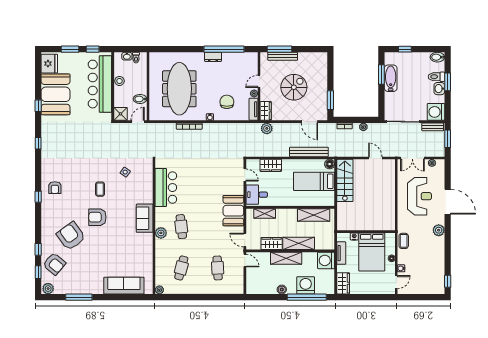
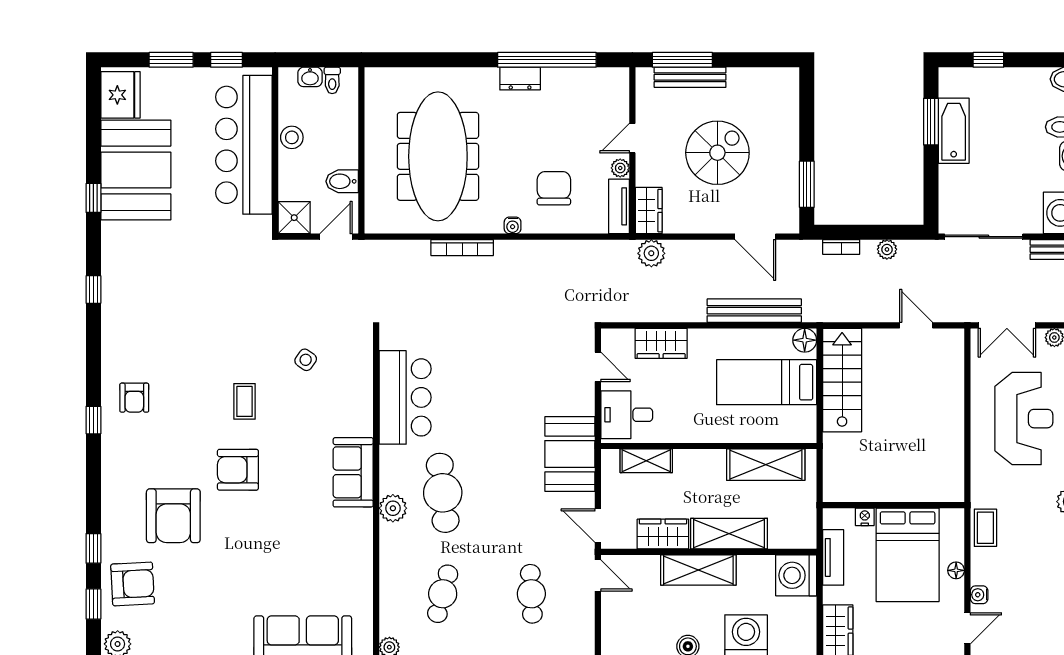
cafe table: (181, 227) -> (443, 493), width x1.37, depth x1.35
armchair: (71, 236) -> (173, 516), turned -144
armchair: (54, 264) -> (133, 584), turned -43

